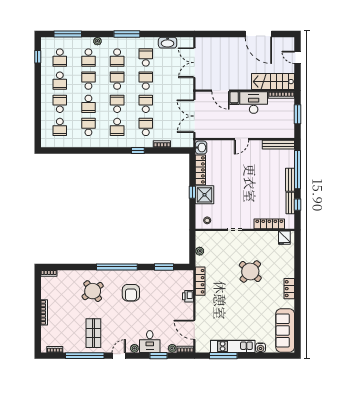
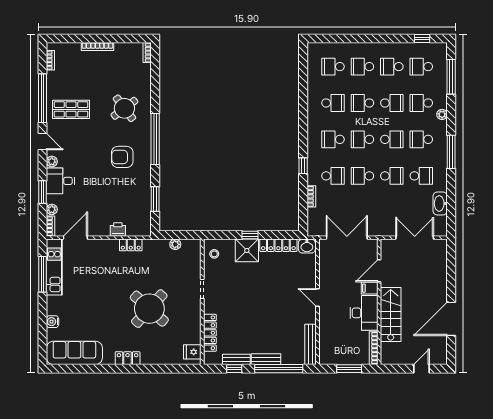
stairs: (273, 82) -> (391, 315), moved
school desk: (60, 104) -> (362, 67), turned 180
school desk: (117, 104) -> (362, 139), turned 180
school desk: (146, 104) -> (362, 176), turned 180
round table: (250, 271) -> (149, 309), width x1.36, depth x1.36
locker: (200, 281) -> (131, 245), width x0.66
kitchen unit: (233, 346) -> (54, 267), moved

